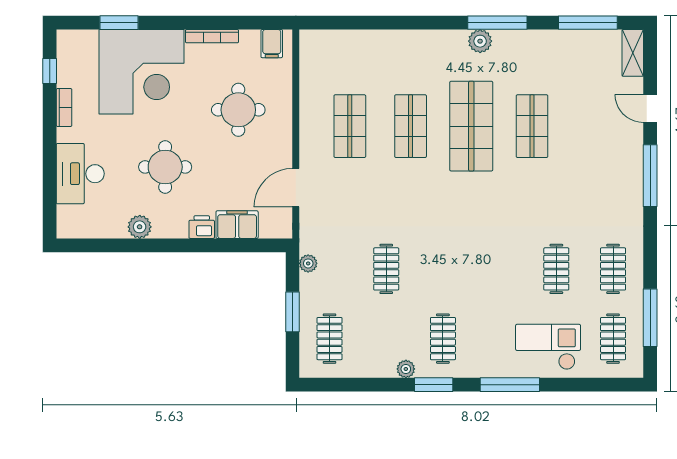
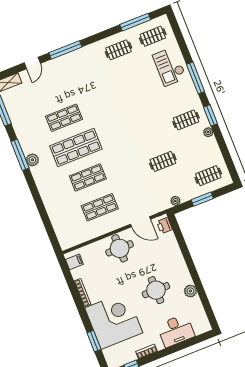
round table: (238, 110) -> (120, 248), moved
filing cabinet: (237, 225) -> (170, 243), removed
printer: (202, 227) -> (164, 226), moved
clothes rail: (556, 269) -> (130, 78), removed

